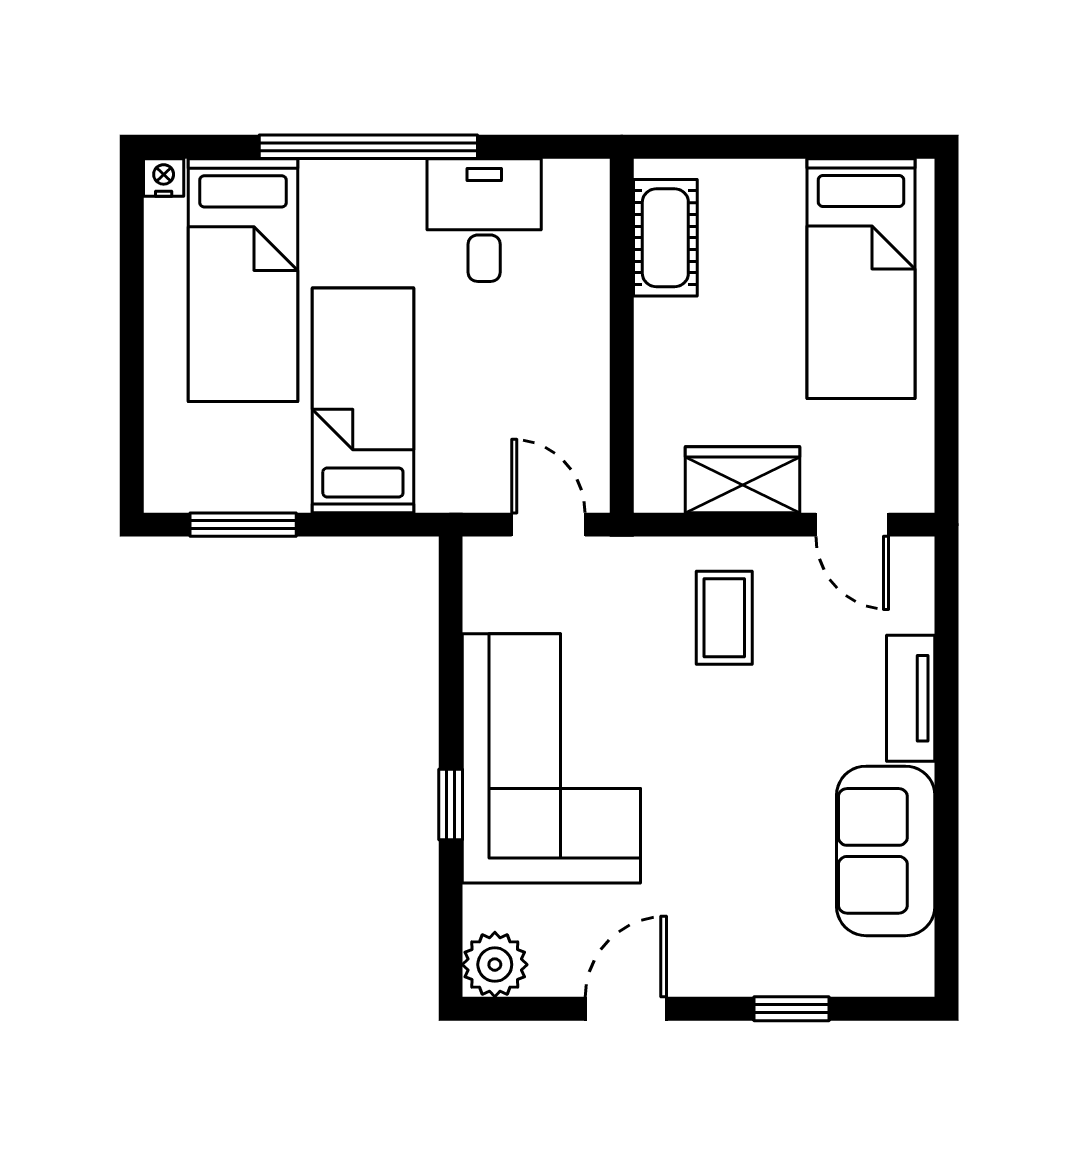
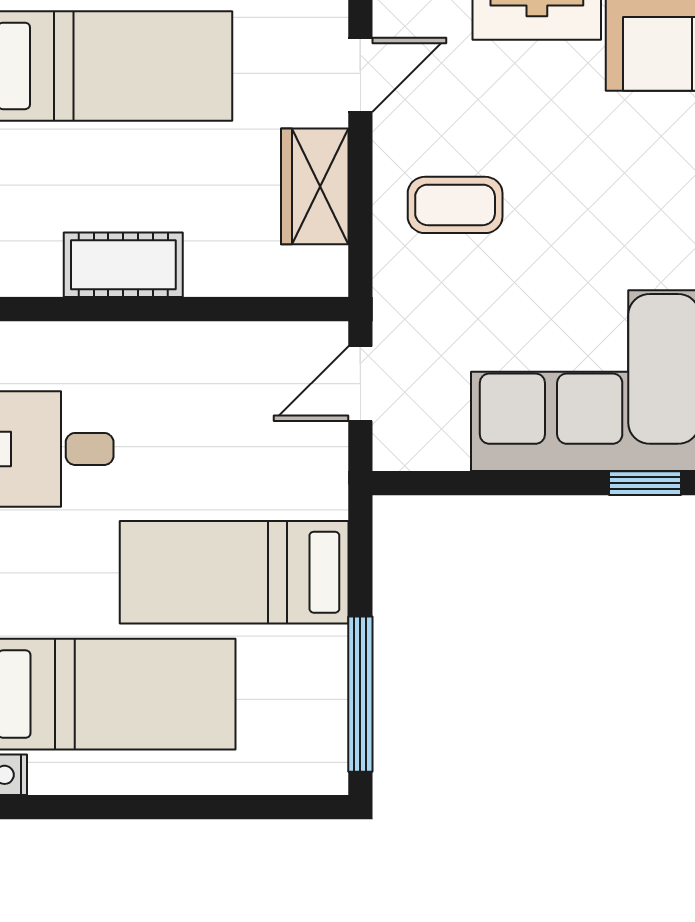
cot: (665, 238) -> (123, 265), moved
window: (243, 525) -> (360, 694), width x1.44

